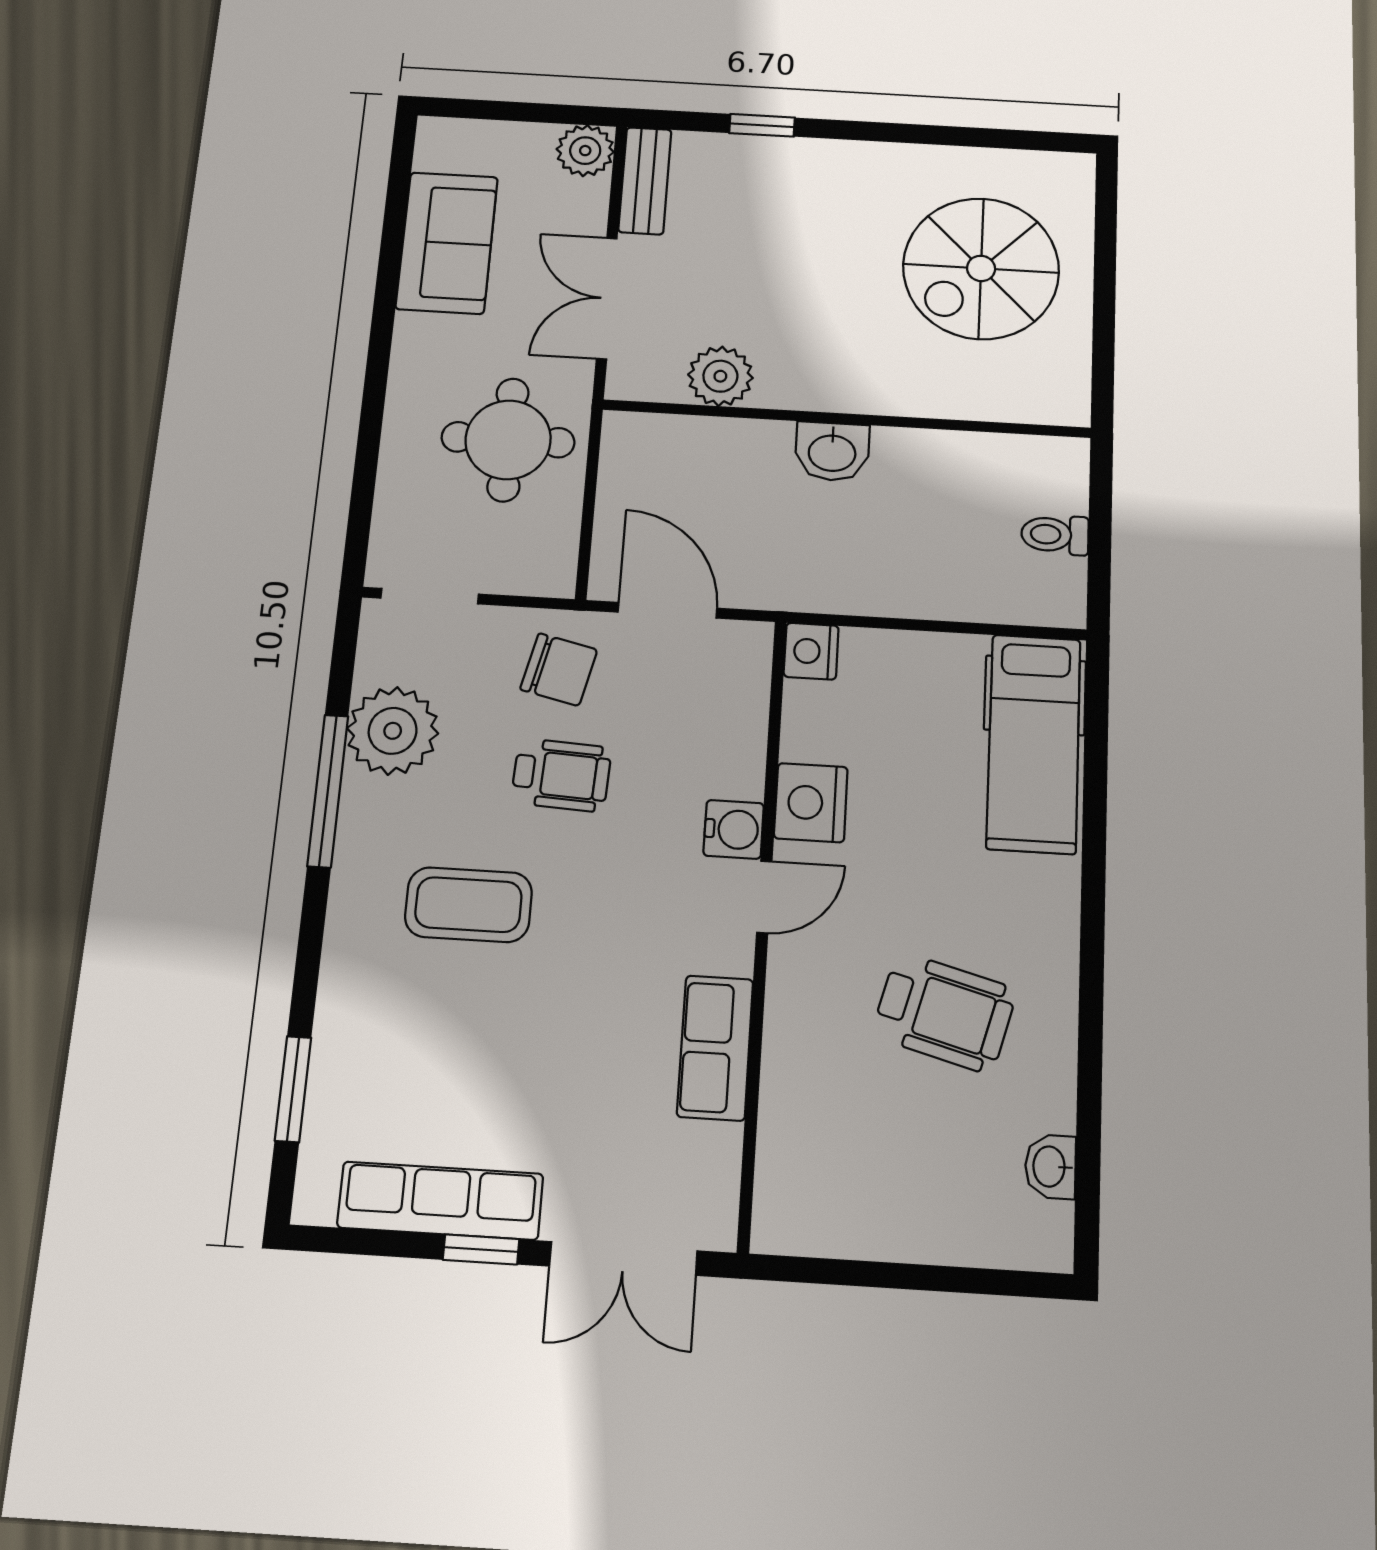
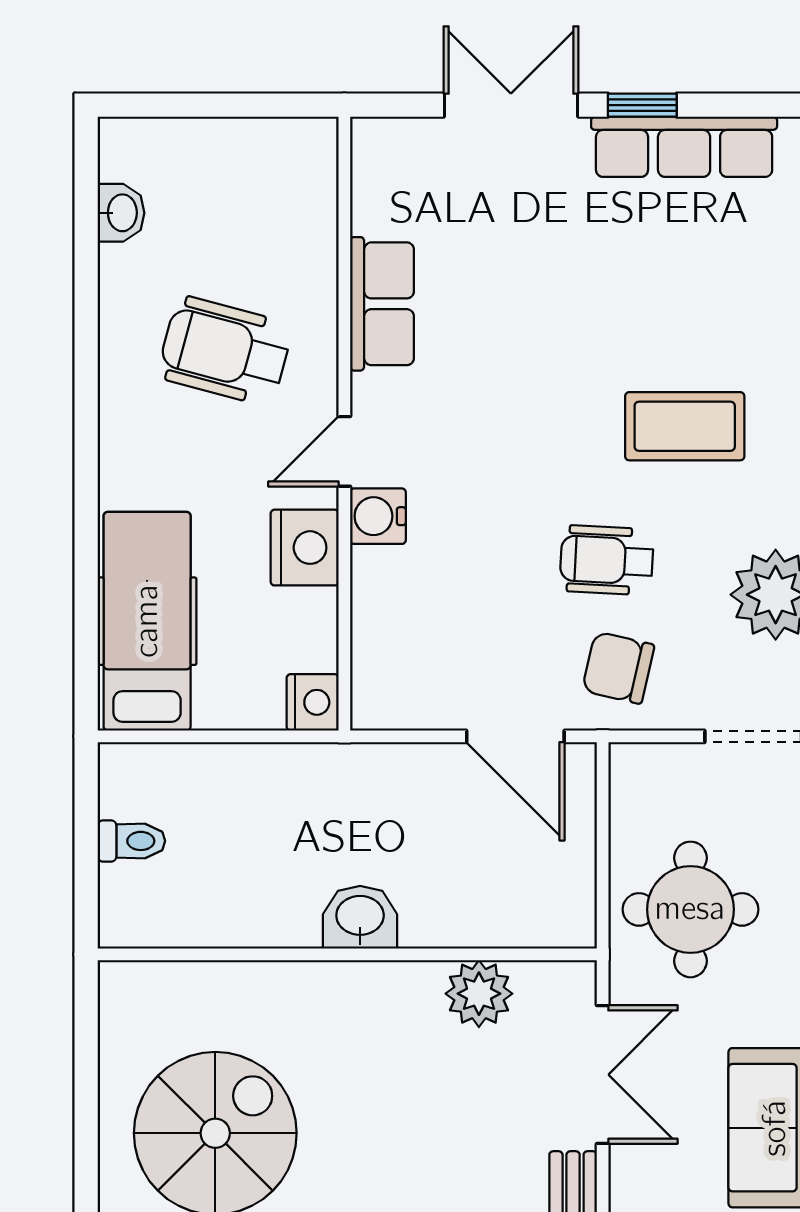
nightstand: (811, 651) -> (313, 702), moved
nightstand: (811, 803) -> (305, 548), moved
water cooler: (734, 829) -> (378, 516), moved
door: (764, 897) -> (344, 451), moved
wall: (763, 925) -> (344, 424), moved
row of seats: (715, 1048) -> (382, 304), moved

